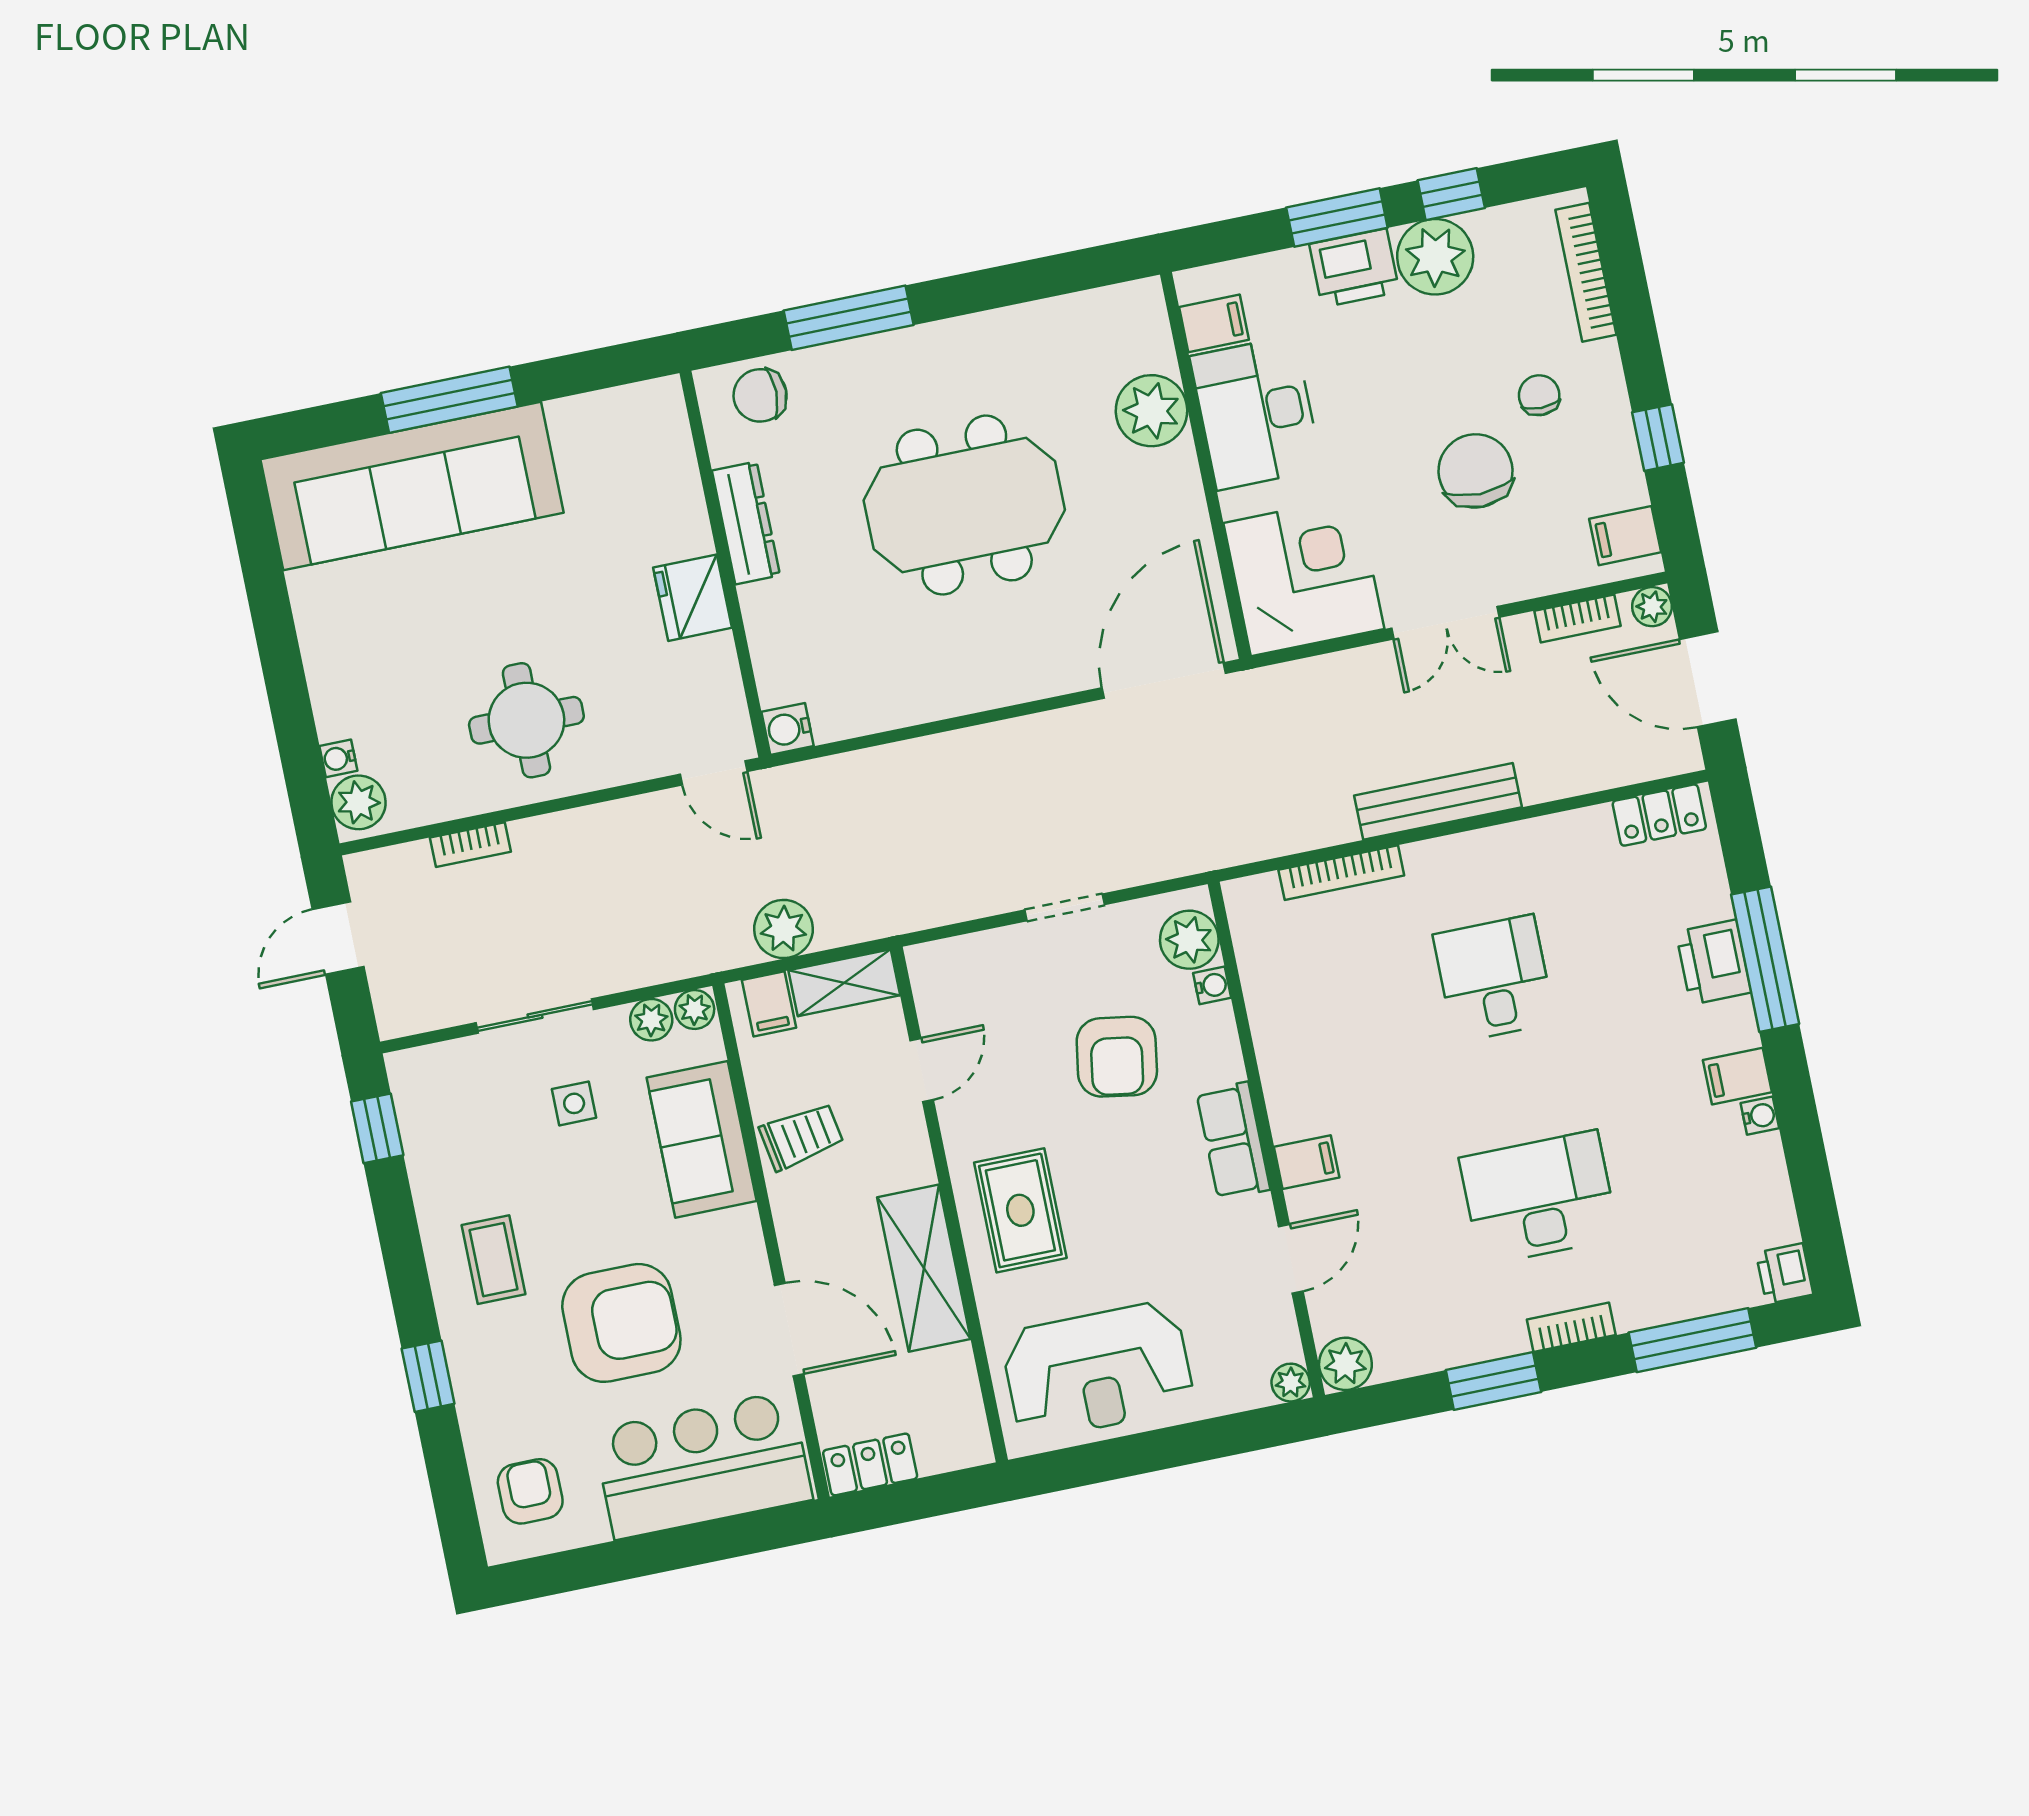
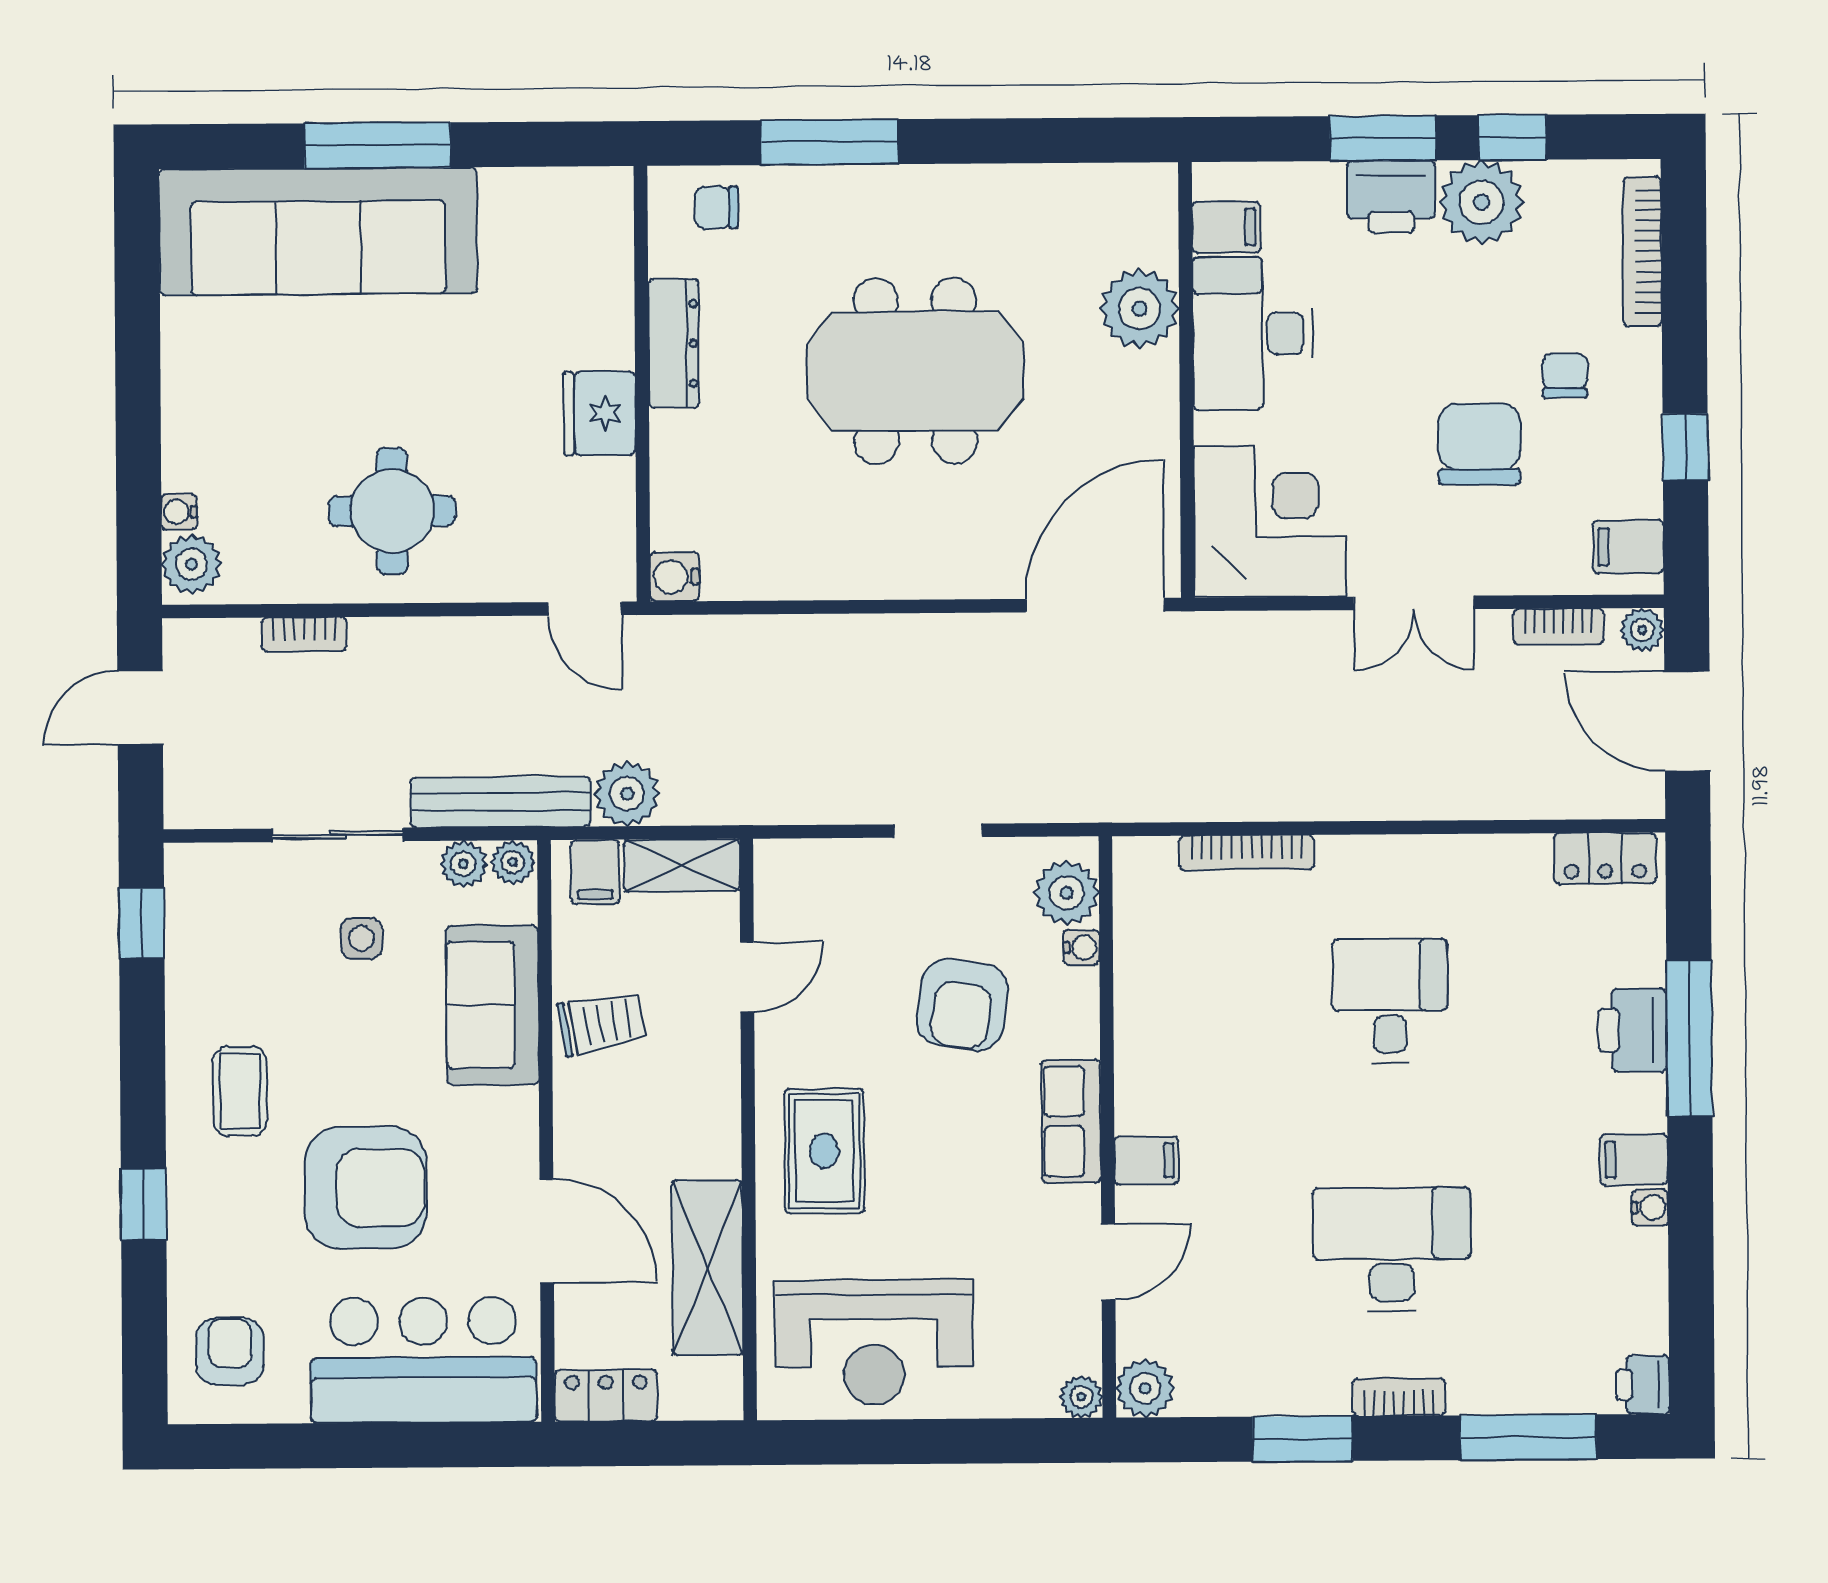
chair: (760, 395) -> (717, 208), width x0.73, depth x0.73
bench: (1438, 801) -> (500, 802), moved
shelving: (924, 1268) -> (707, 1268), moved

